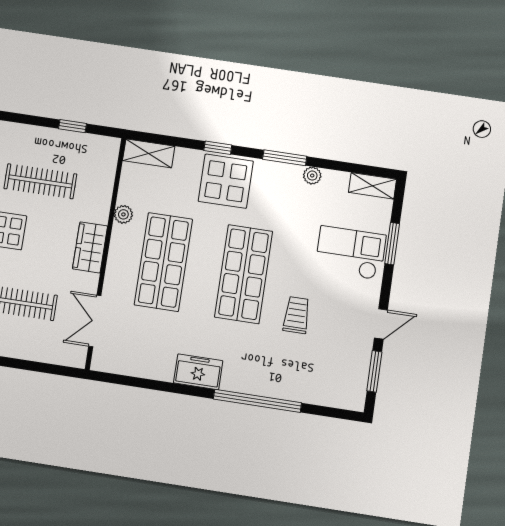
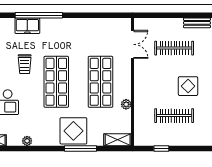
window: (218, 148) -> (80, 148), width x2.17
window: (285, 158) -> (43, 148), removed
wardrobe: (90, 247) -> (141, 84), removed
freezer: (198, 372) -> (27, 26), moved

